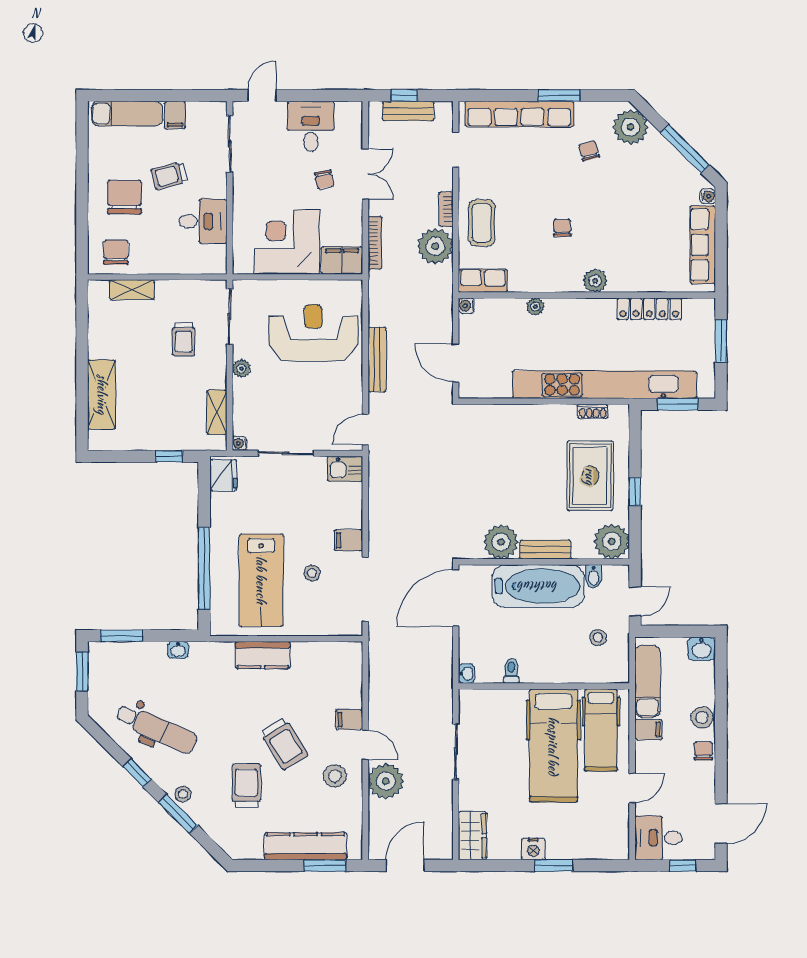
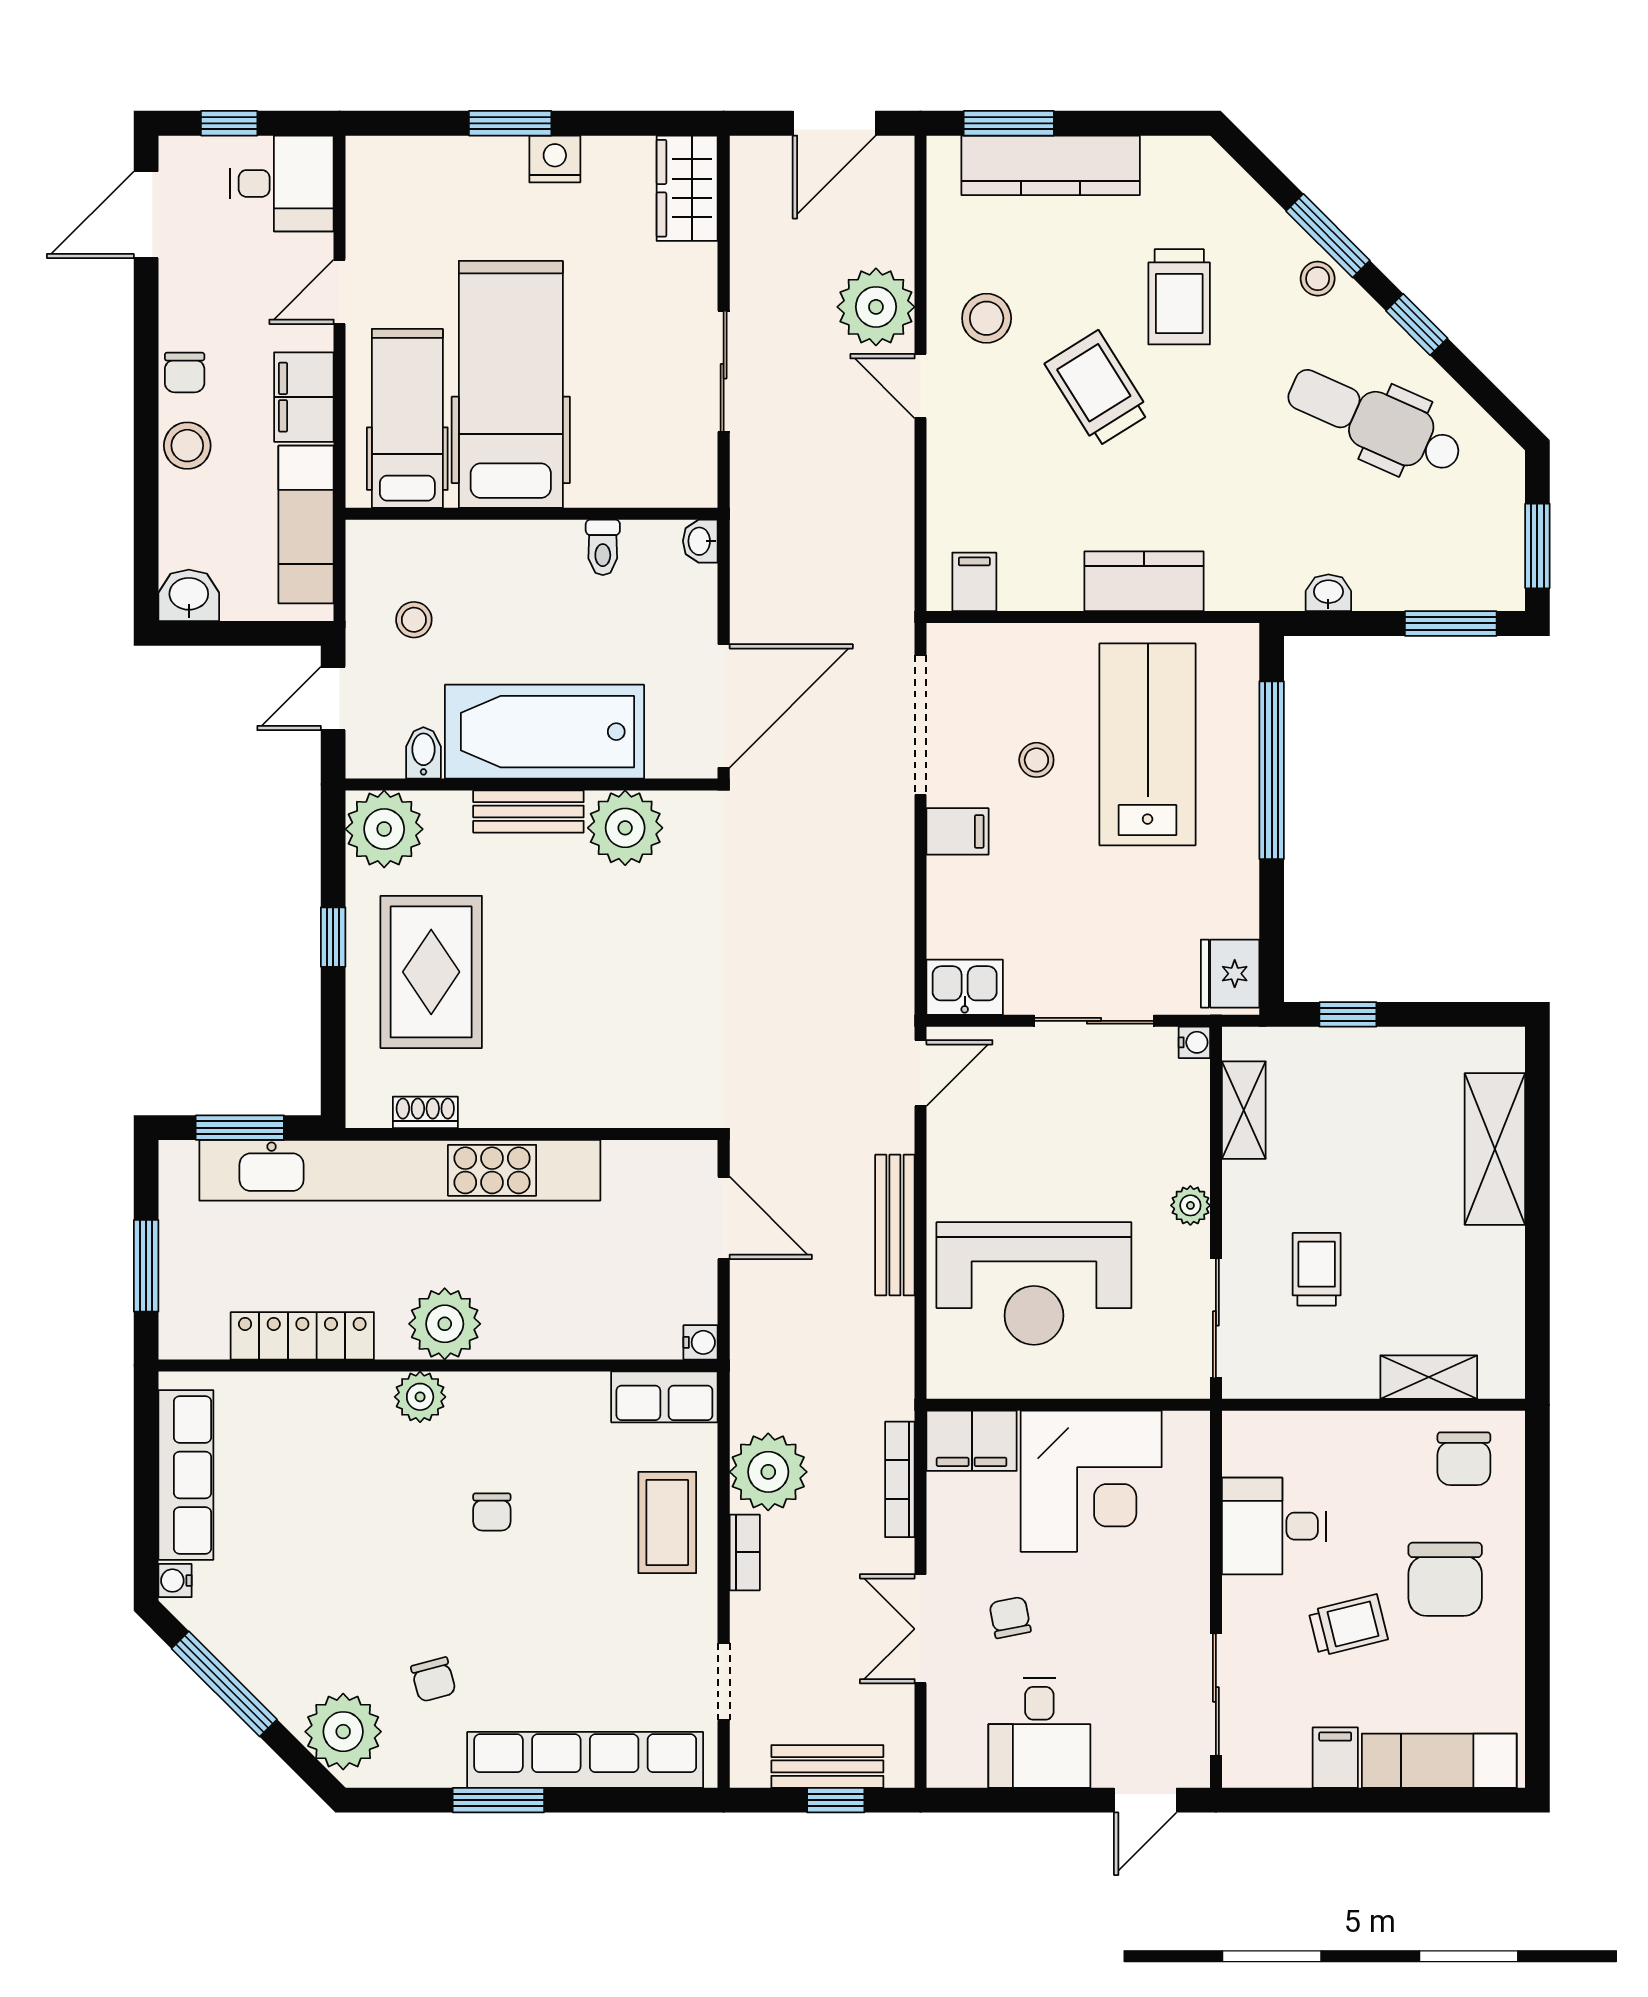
plant: (535, 307) -> (445, 1324), moved, width x1.87, depth x1.87
filing cabinet: (349, 720) -> (974, 582), moved, turned -90
filing cabinet: (648, 729) -> (304, 397), width x2.00

